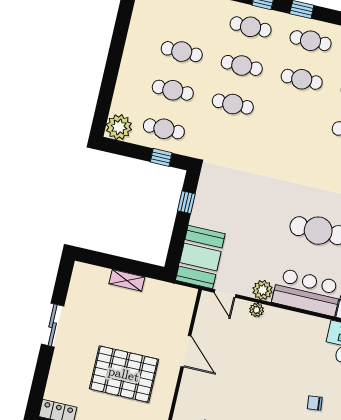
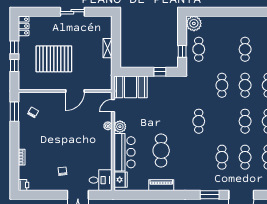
cafe table: (173, 90) -> (199, 121), moved
pallet: (124, 374) -> (54, 59), turned 90

